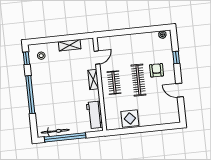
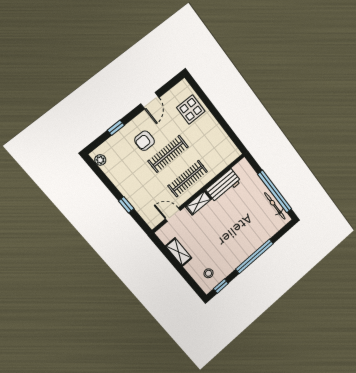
window: (124, 32) -> (126, 205), added
clothes rail: (114, 83) -> (188, 179), width x1.36
workbench: (95, 115) -> (223, 186), moved
display table: (130, 119) -> (191, 109), moved

